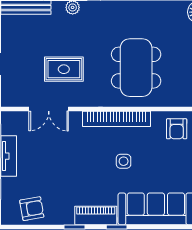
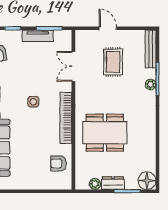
rug: (64, 69) -> (113, 62), moved
side table: (124, 161) -> (33, 102), moved

